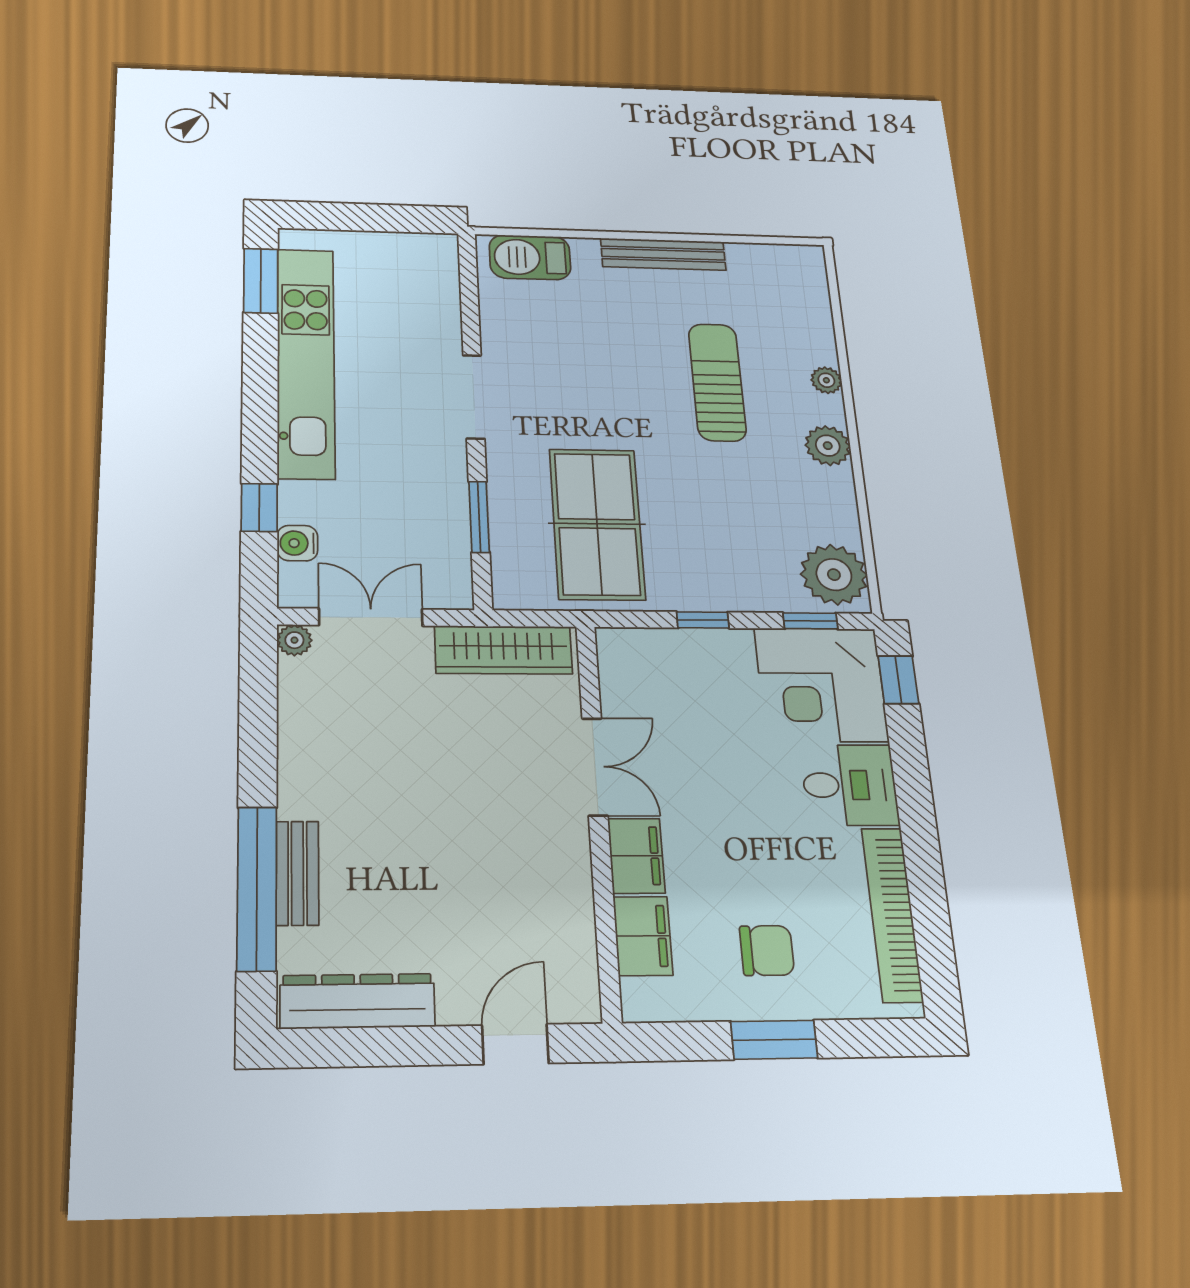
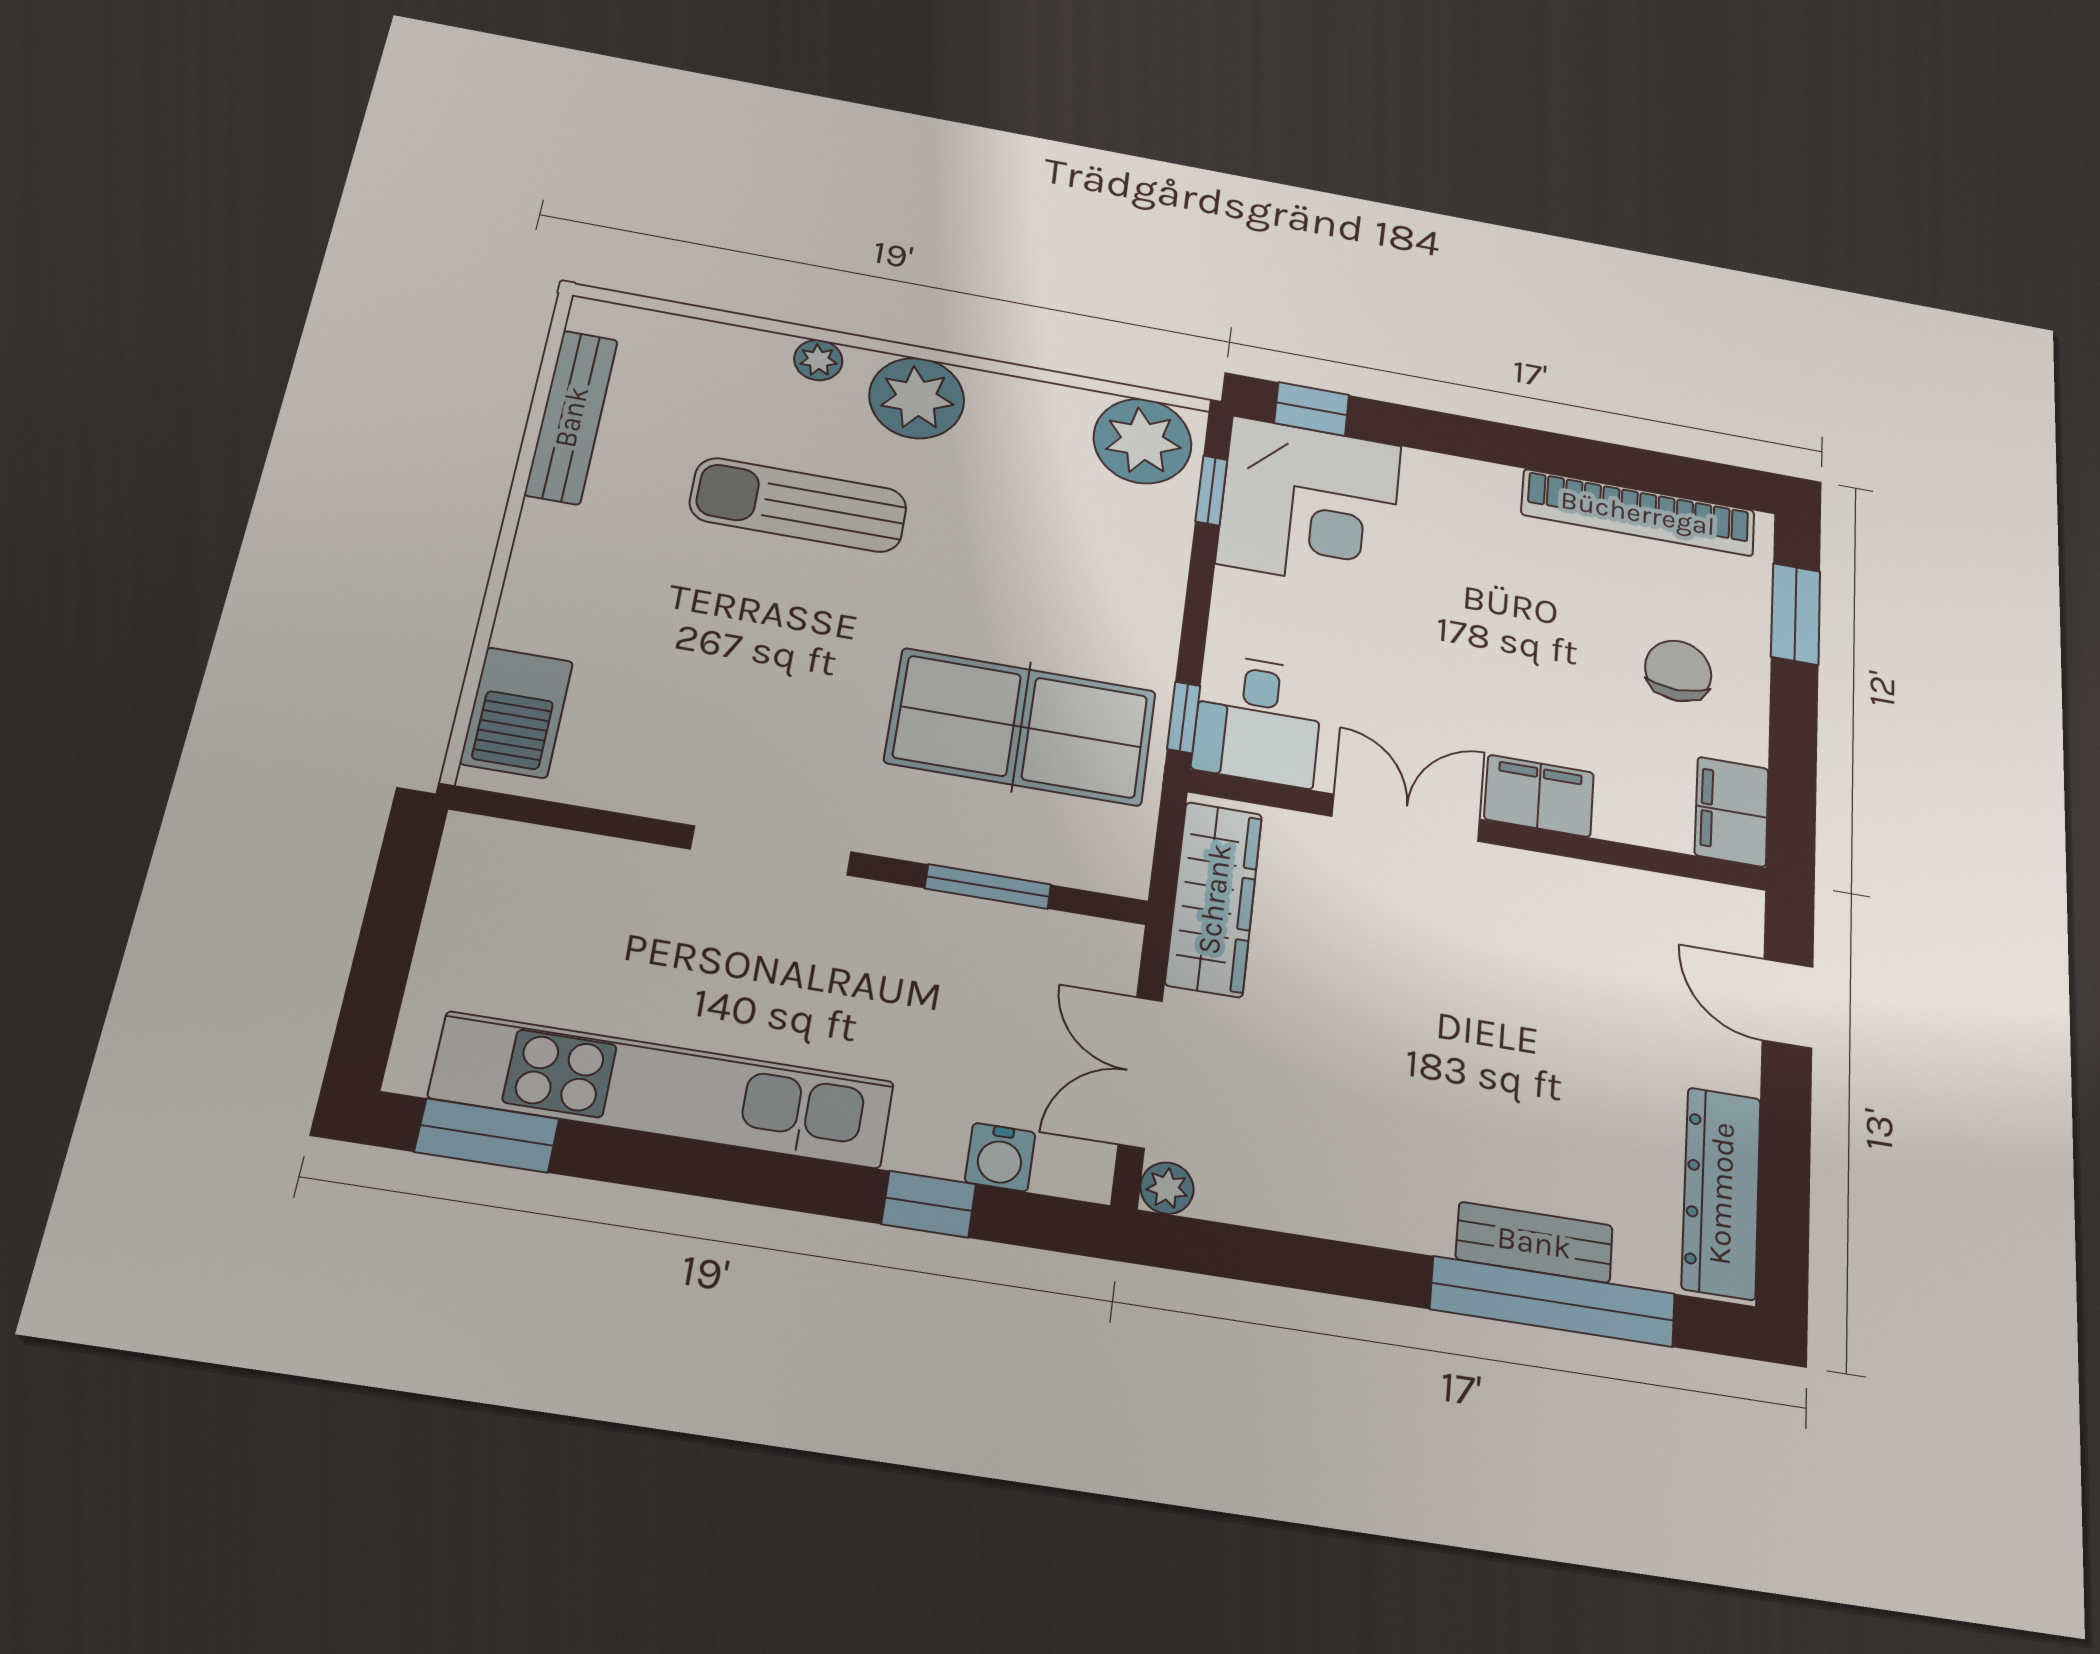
bench: (663, 254) -> (571, 417), moved
plant: (828, 446) -> (917, 398), width x1.36, depth x1.36
window: (703, 620) -> (1184, 717), moved
desk: (850, 785) -> (1258, 720), moved, turned 180
filing cabinet: (643, 936) -> (1732, 812), moved, turned -90
window: (774, 1040) -> (1796, 614), moved

